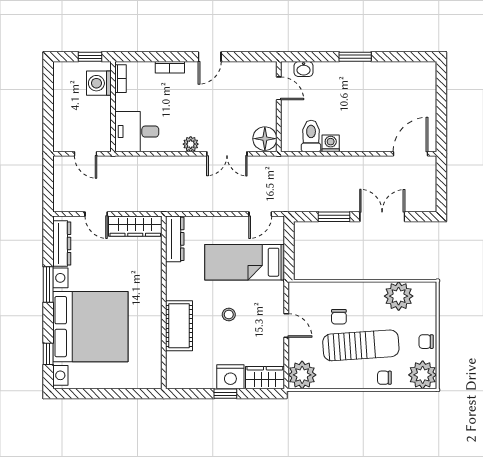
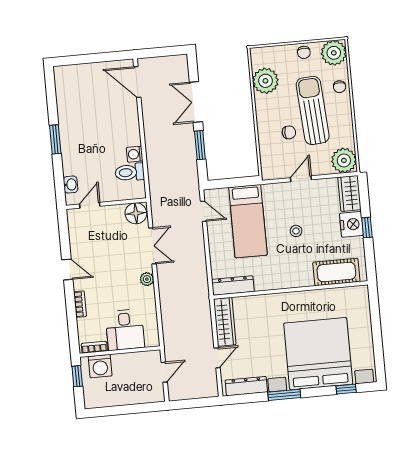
desk: (137, 132) -> (125, 330), moved
cot: (179, 326) -> (336, 272), moved

